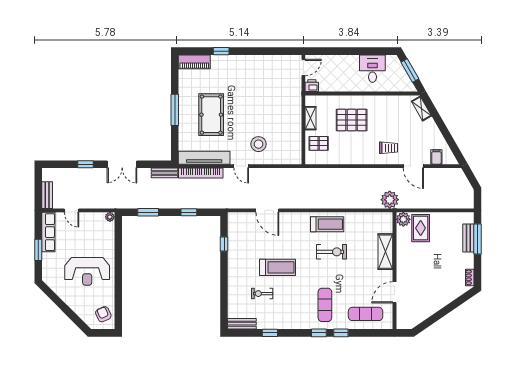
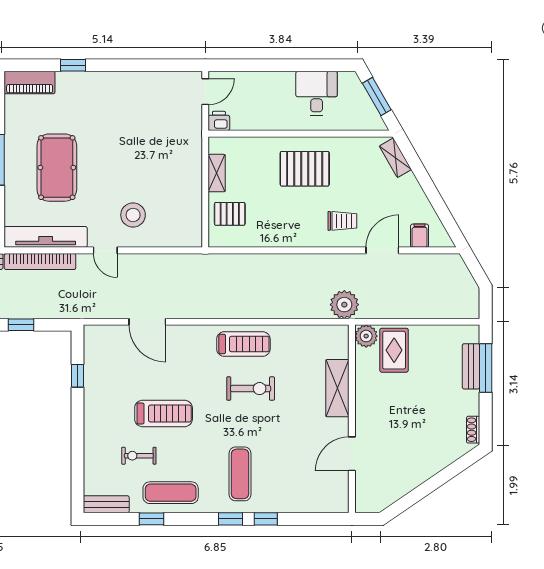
pallet: (352, 120) -> (305, 169), moved
door: (413, 166) -> (382, 250), swing flipped
exercise mat: (366, 314) -> (171, 493), moved

